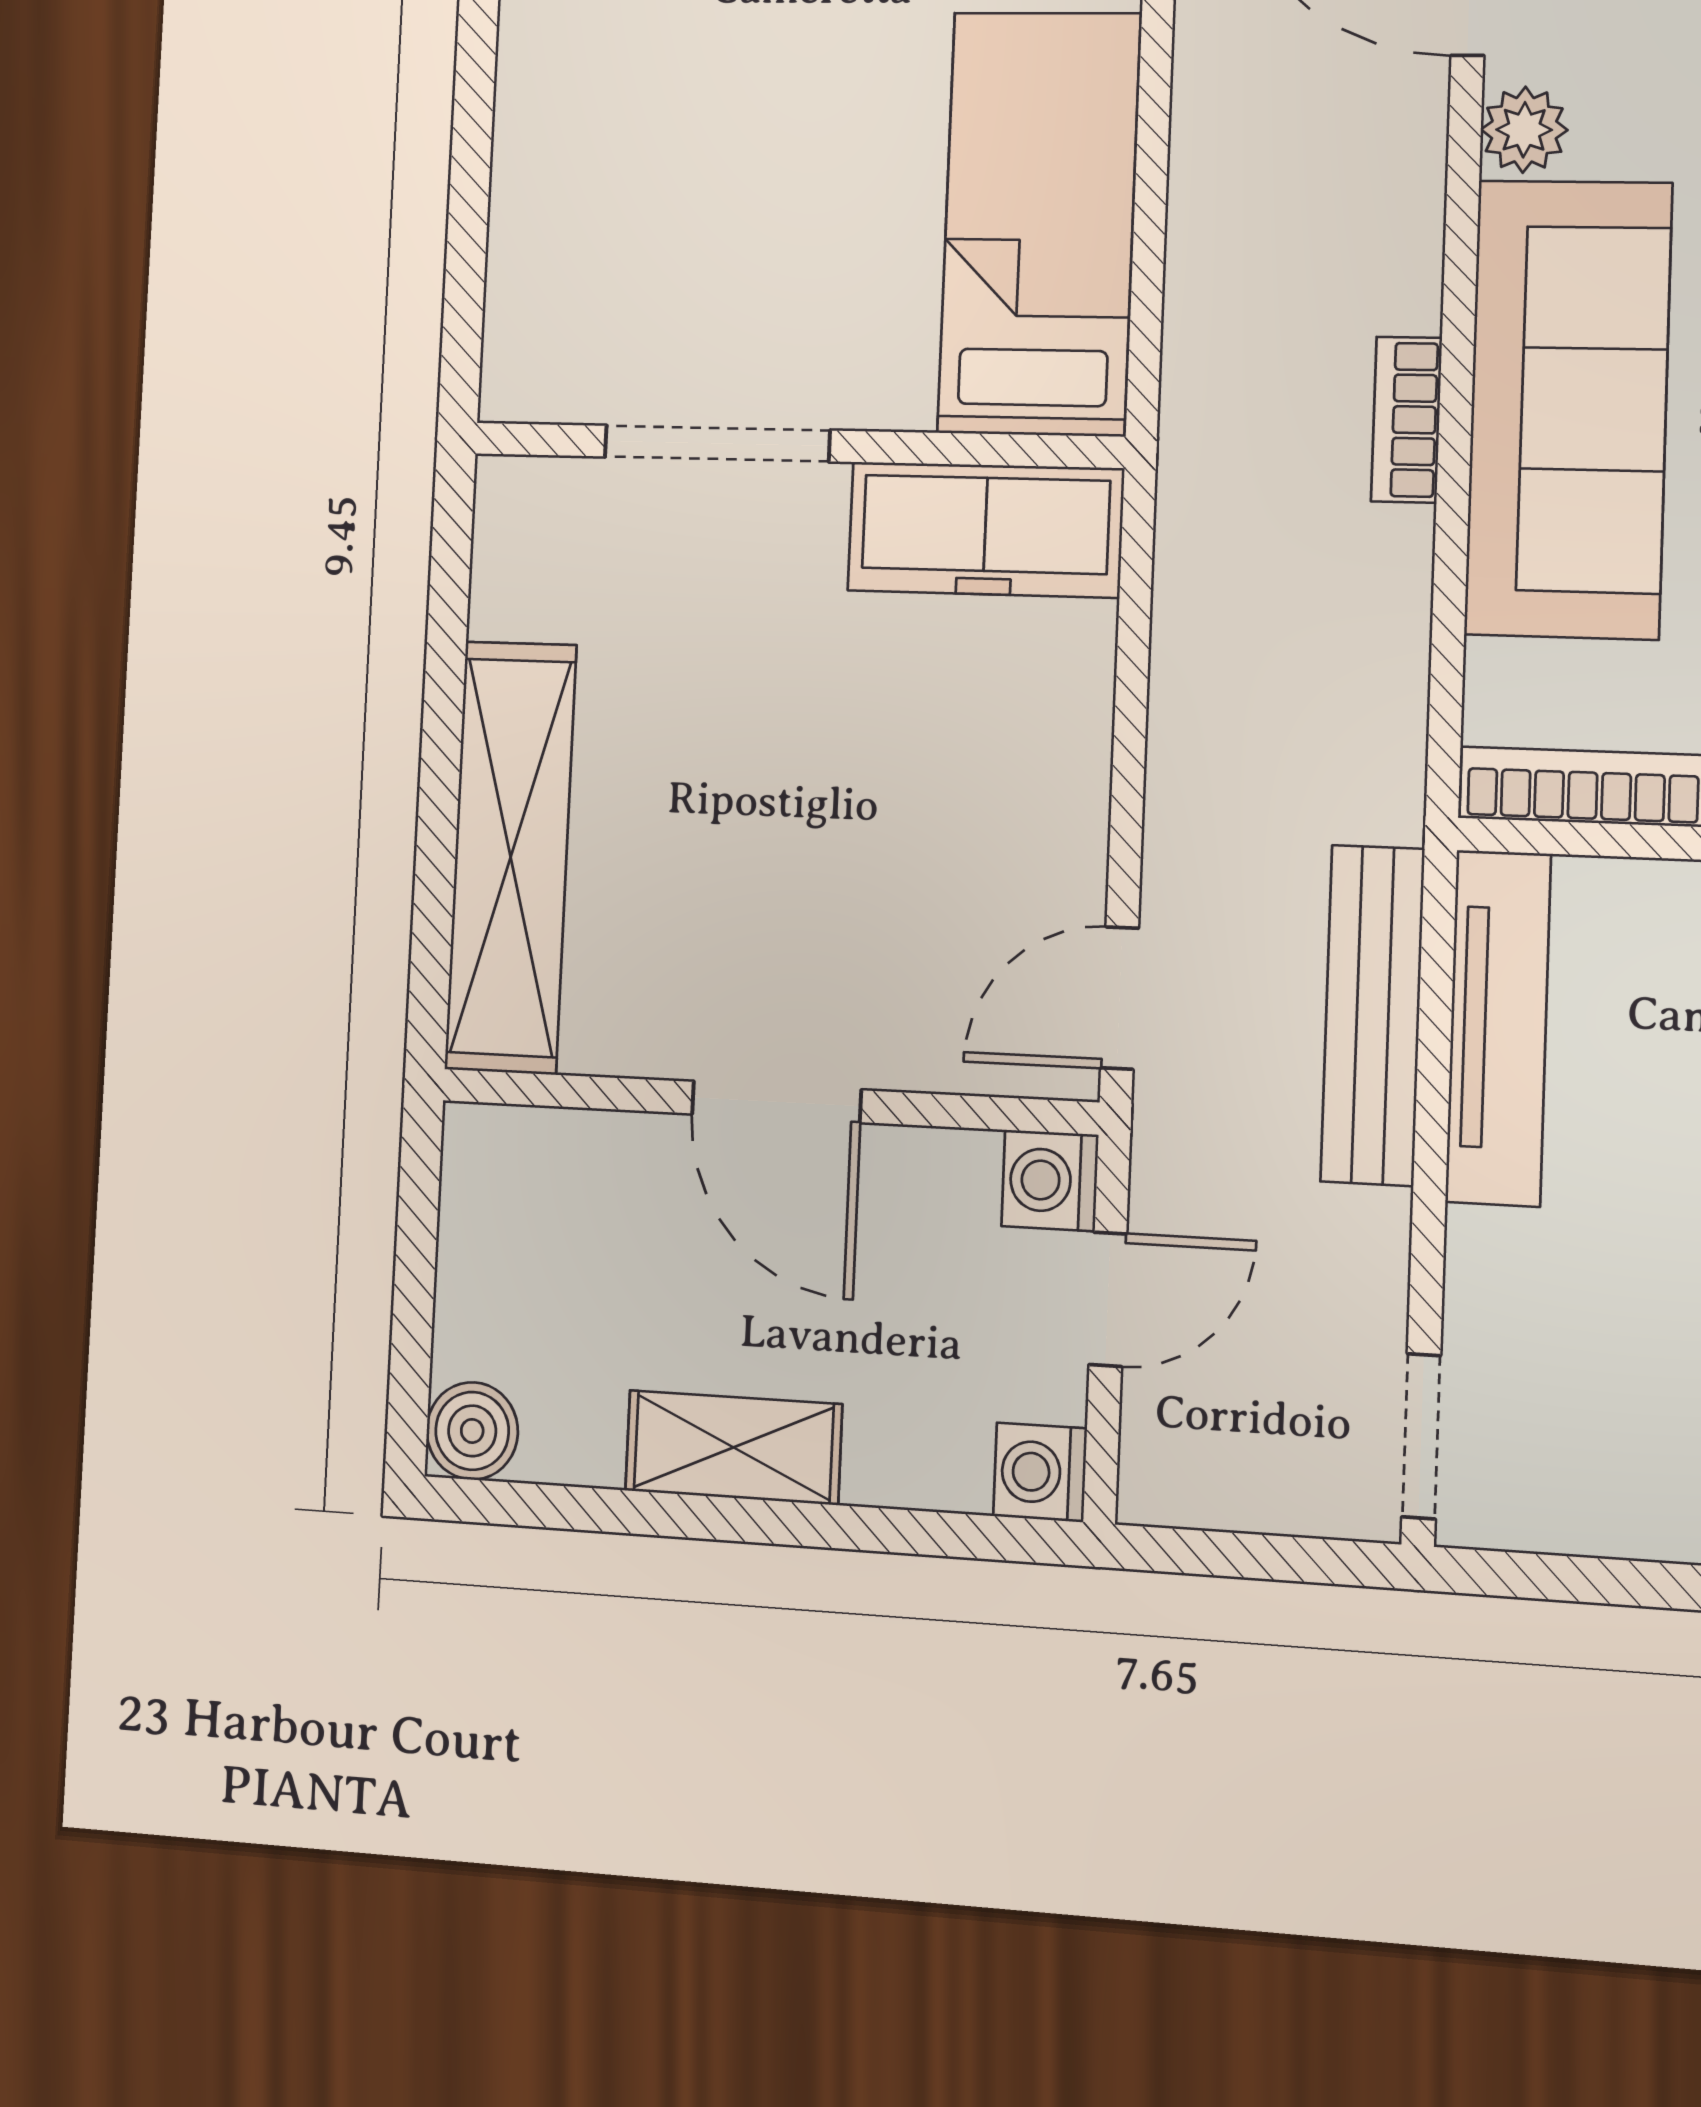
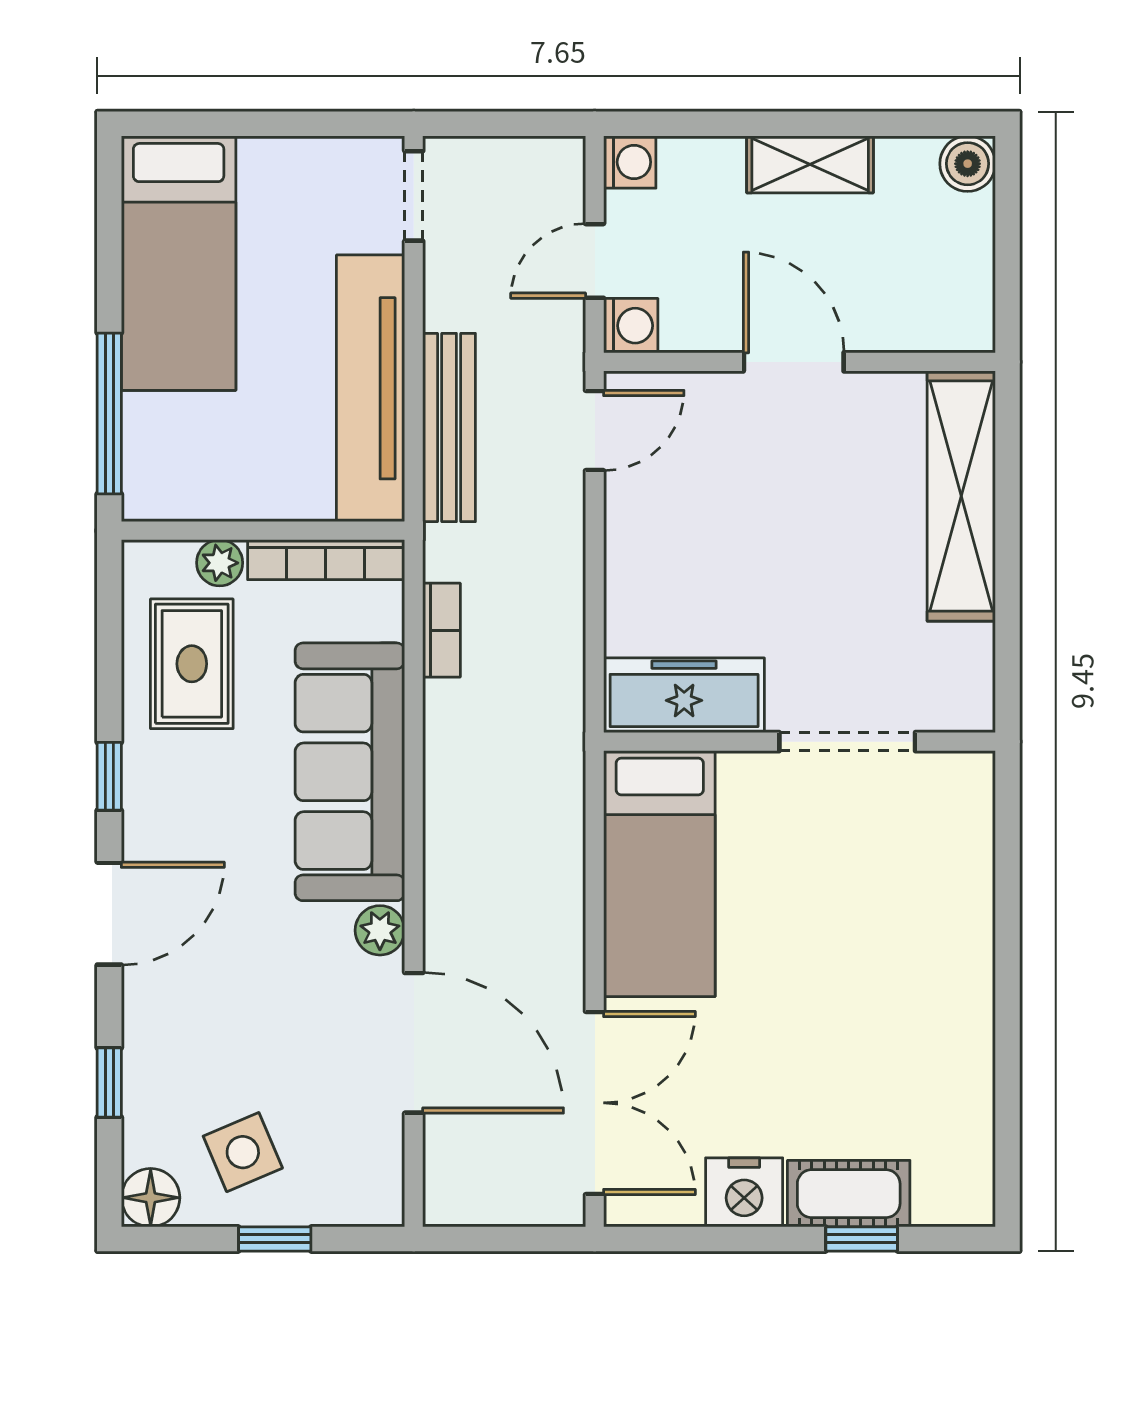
bookcase: (1406, 420) -> (442, 630), moved
tv unit: (1498, 1028) -> (371, 388), width x1.36, depth x1.29

